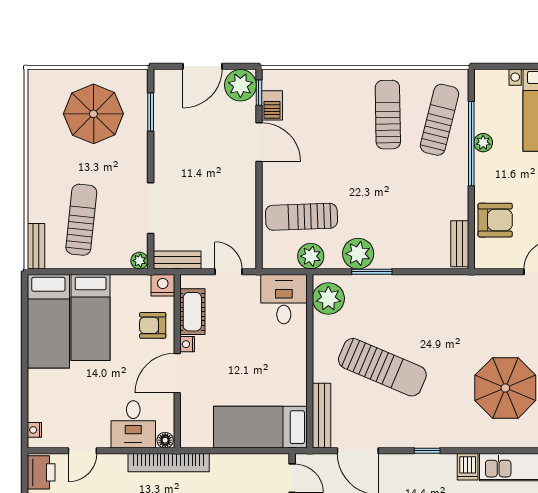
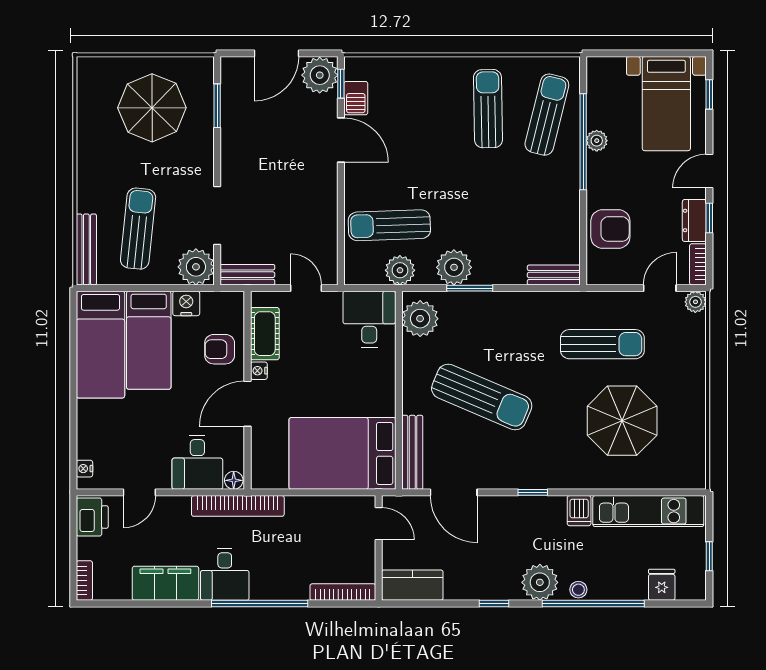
bench: (460, 244) -> (554, 275), moved, turned 90
bench: (36, 246) -> (86, 249), width x1.36
plant: (139, 261) -> (196, 267), width x1.87, depth x1.87
nightstand: (163, 285) -> (186, 303), moved
sun lounger: (488, 321) -> (602, 344), added
bed: (260, 427) -> (343, 453), width x1.50

